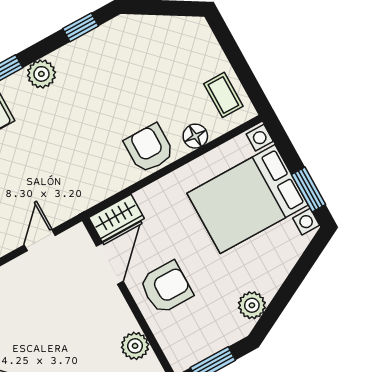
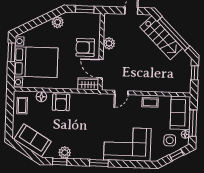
sofa: (161, 37) -> (33, 140), added
plant: (41, 74) -> (65, 153), moved
door: (110, 264) -> (101, 69), hinge flipped
plant: (135, 346) -> (109, 43), moved

